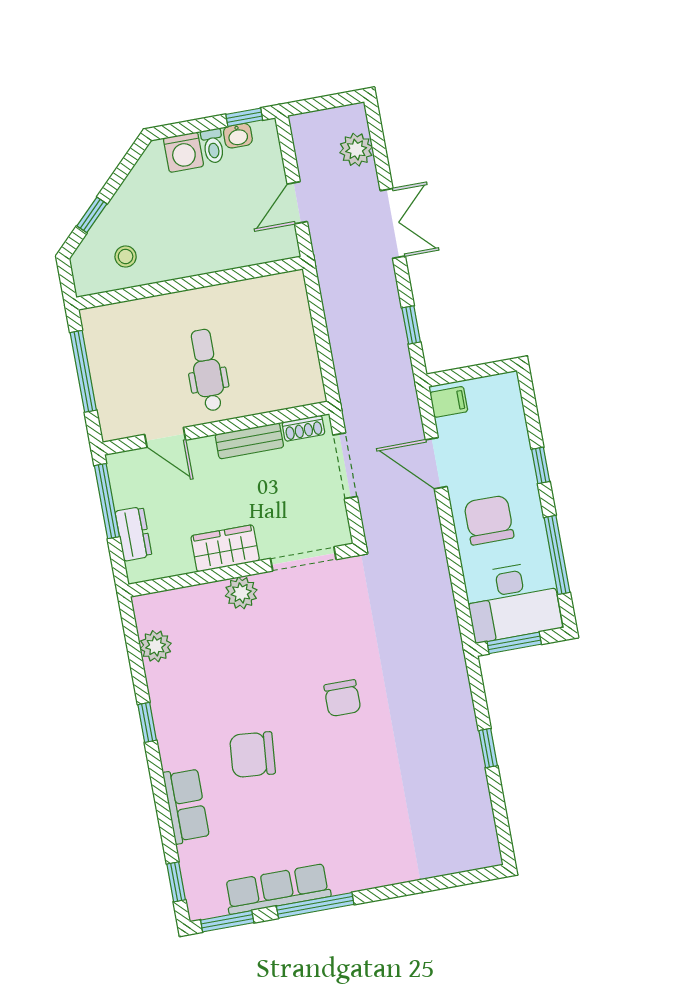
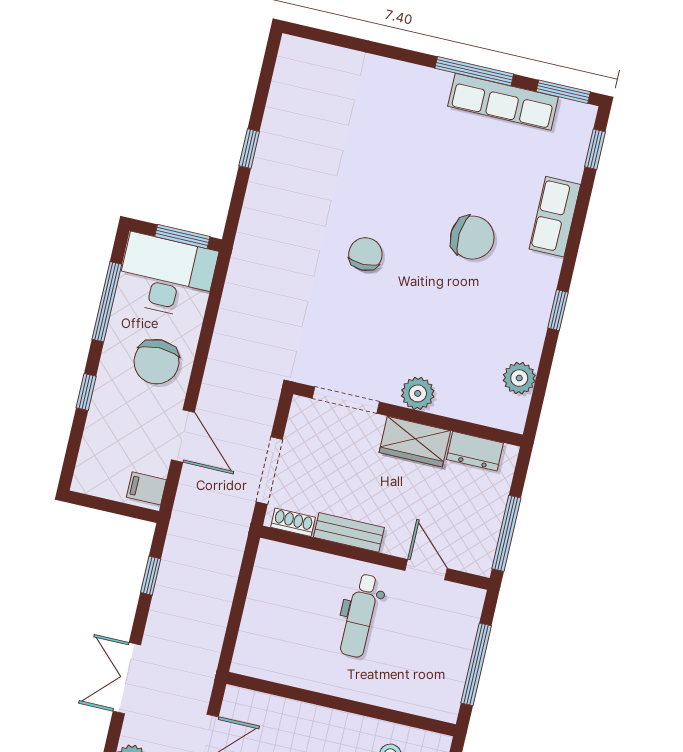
dresser: (133, 534) -> (475, 451), moved, turned -90

